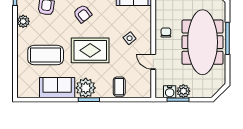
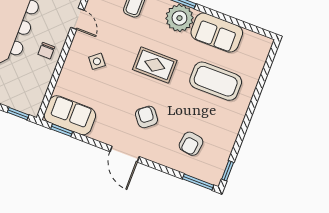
plant: (23, 21) -> (228, 137), removed
rug: (90, 50) -> (155, 65), width x0.73, depth x0.70

